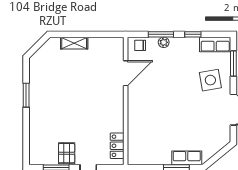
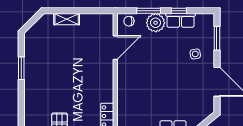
plant: (164, 42) -> (156, 23), width x1.88, depth x1.88
row of seats: (215, 44) -> (181, 20), moved
side table: (210, 80) -> (195, 54), width x0.54, depth x0.54

